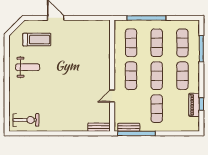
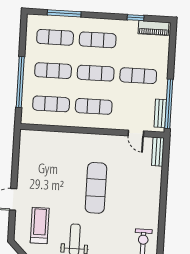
exercise mat: (68, 81) -> (96, 188), added
door: (112, 96) -> (136, 133), moved
piano: (194, 105) -> (153, 28), moved

